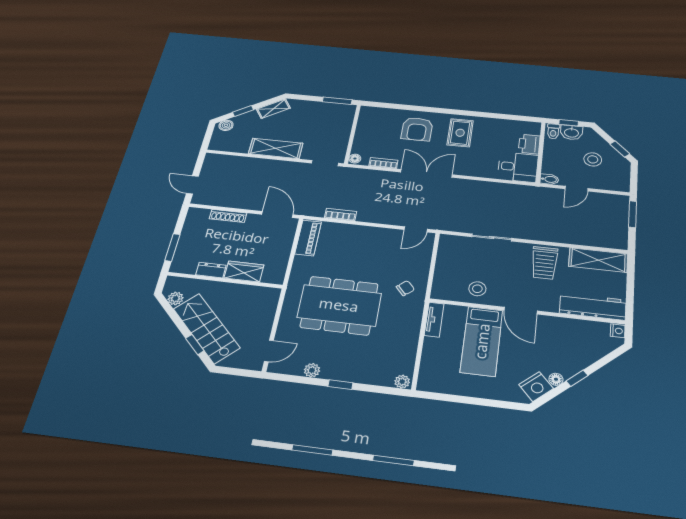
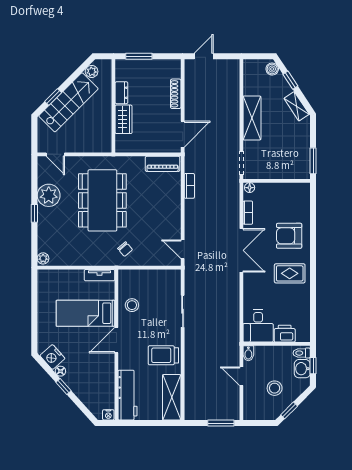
plant: (312, 370) -> (49, 195), width x1.87, depth x1.87

